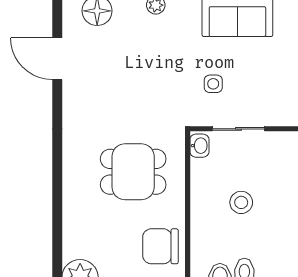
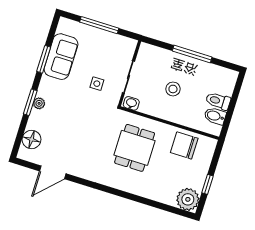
chair: (160, 246) -> (184, 145), turned 90

